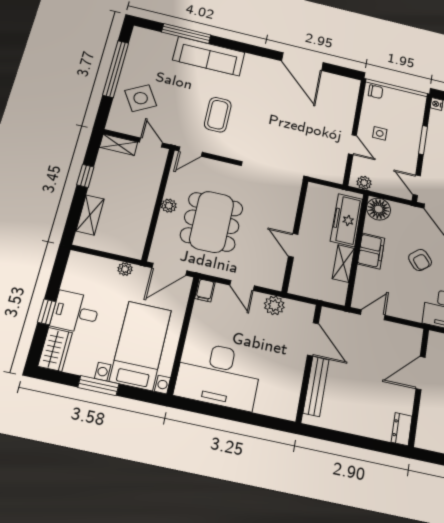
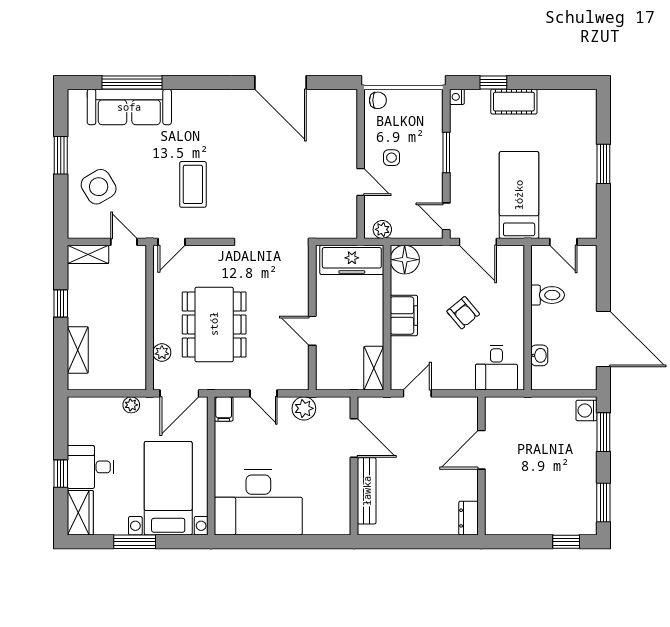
sofa: (209, 56) -> (129, 107), moved
window: (116, 69) -> (61, 155), width x0.47
plant: (169, 206) -> (162, 352), moved
freezer: (346, 220) -> (352, 260), moved, turned -90
shelving: (343, 263) -> (374, 368), moved

